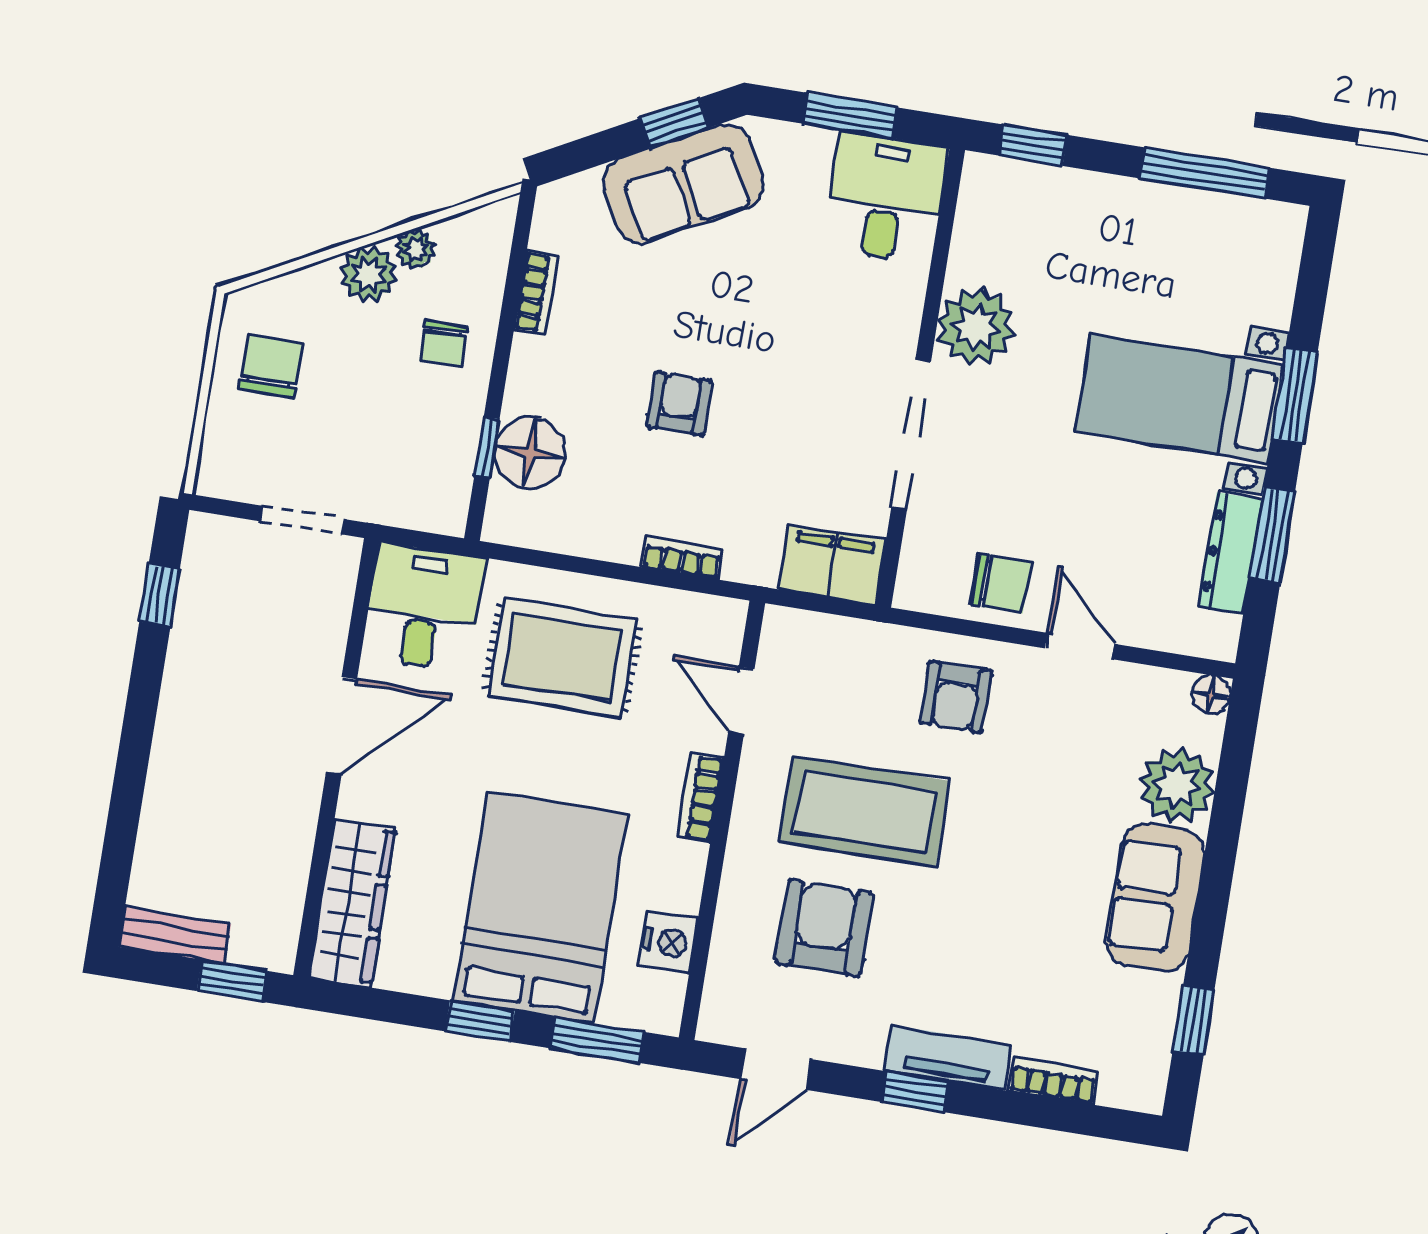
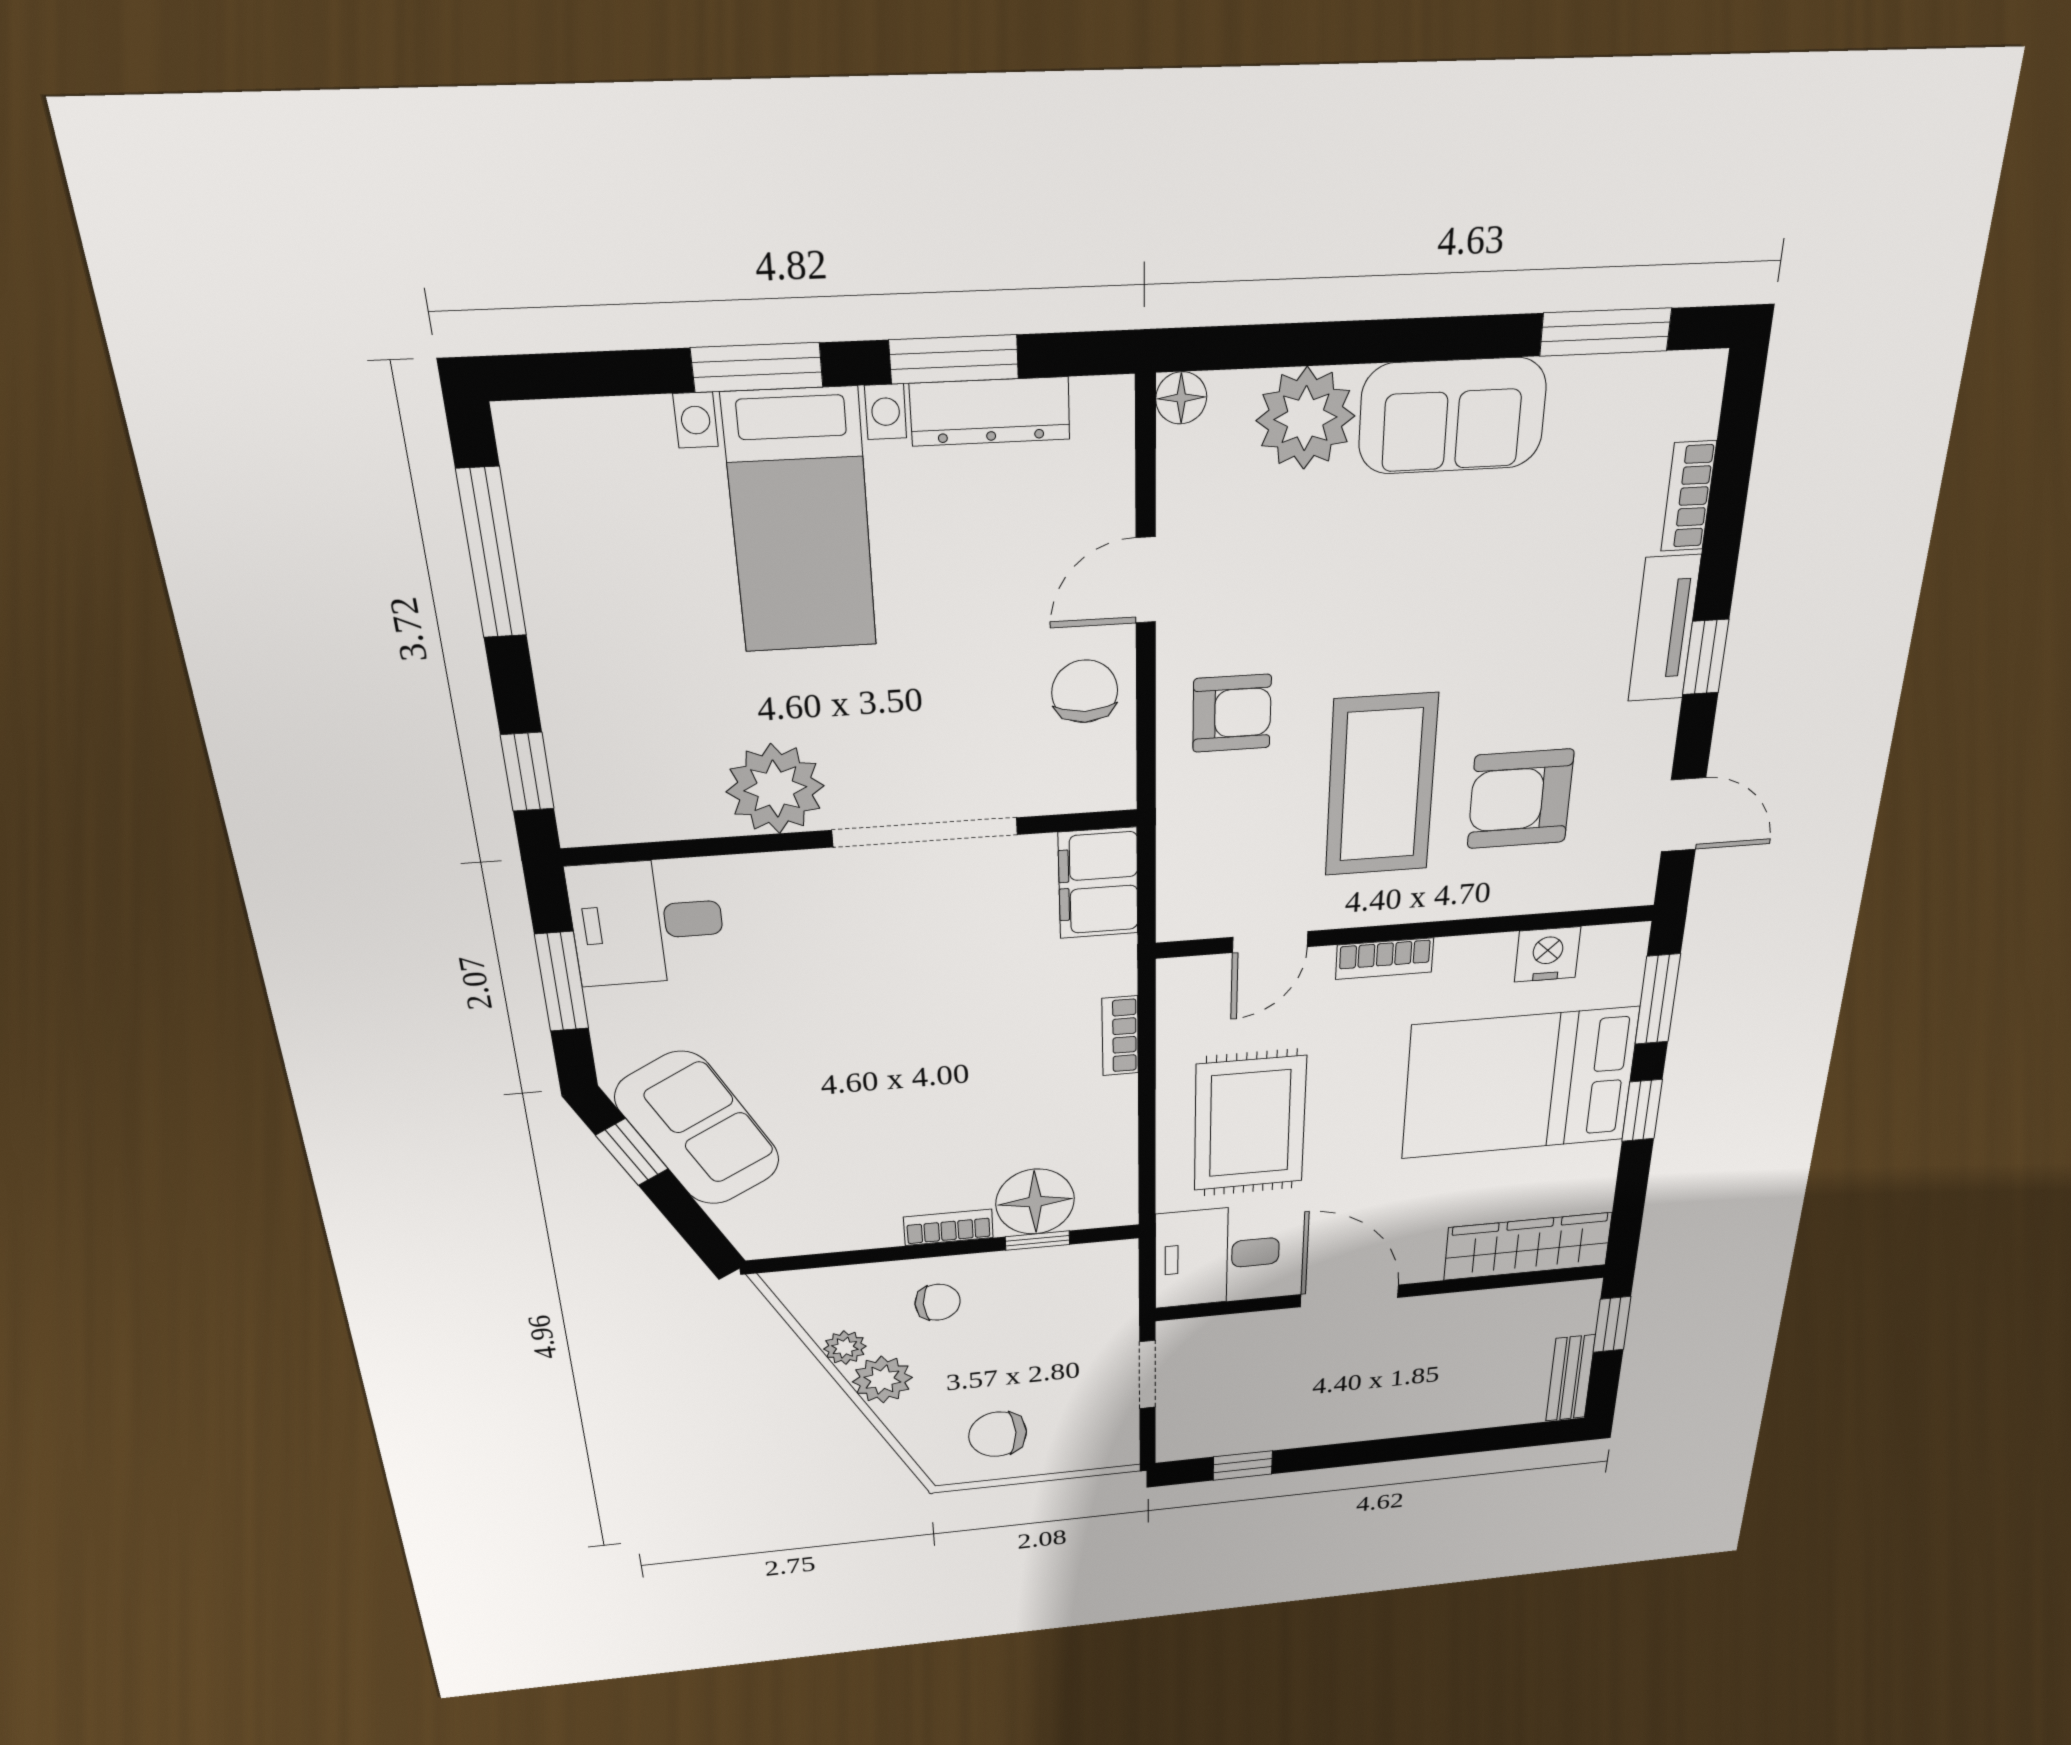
bookcase: (536, 293) -> (948, 1227), moved
armchair: (679, 404) -> (948, 1077), removed
window: (1194, 1020) -> (1606, 332), width x1.50

